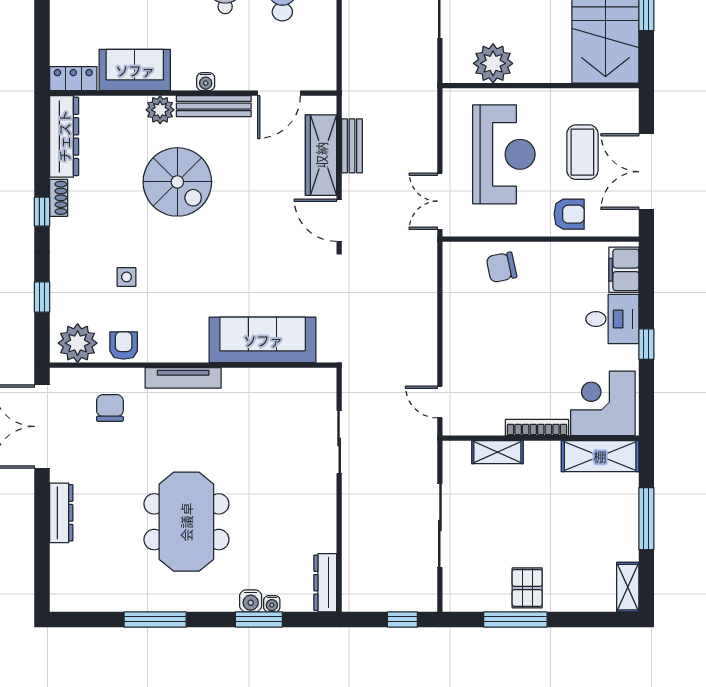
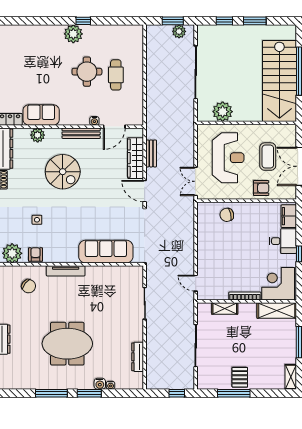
water cooler: (206, 82) -> (94, 121), moved
plant: (160, 110) -> (38, 135), moved
chair: (110, 408) -> (29, 286), turned 129
meeting table: (186, 522) -> (67, 344), turned 90
dresser: (325, 583) -> (138, 357), moved
window: (259, 619) -> (89, 393), moved

